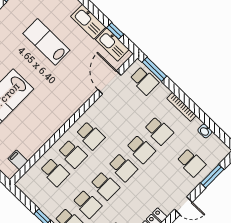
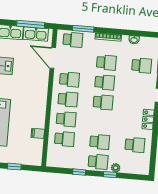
window: (115, 31) -> (31, 24), width x2.17
window: (154, 69) -> (83, 29), moved
filing cabinet: (18, 160) -> (38, 133), moved
school desk: (105, 186) -> (69, 79), moved

